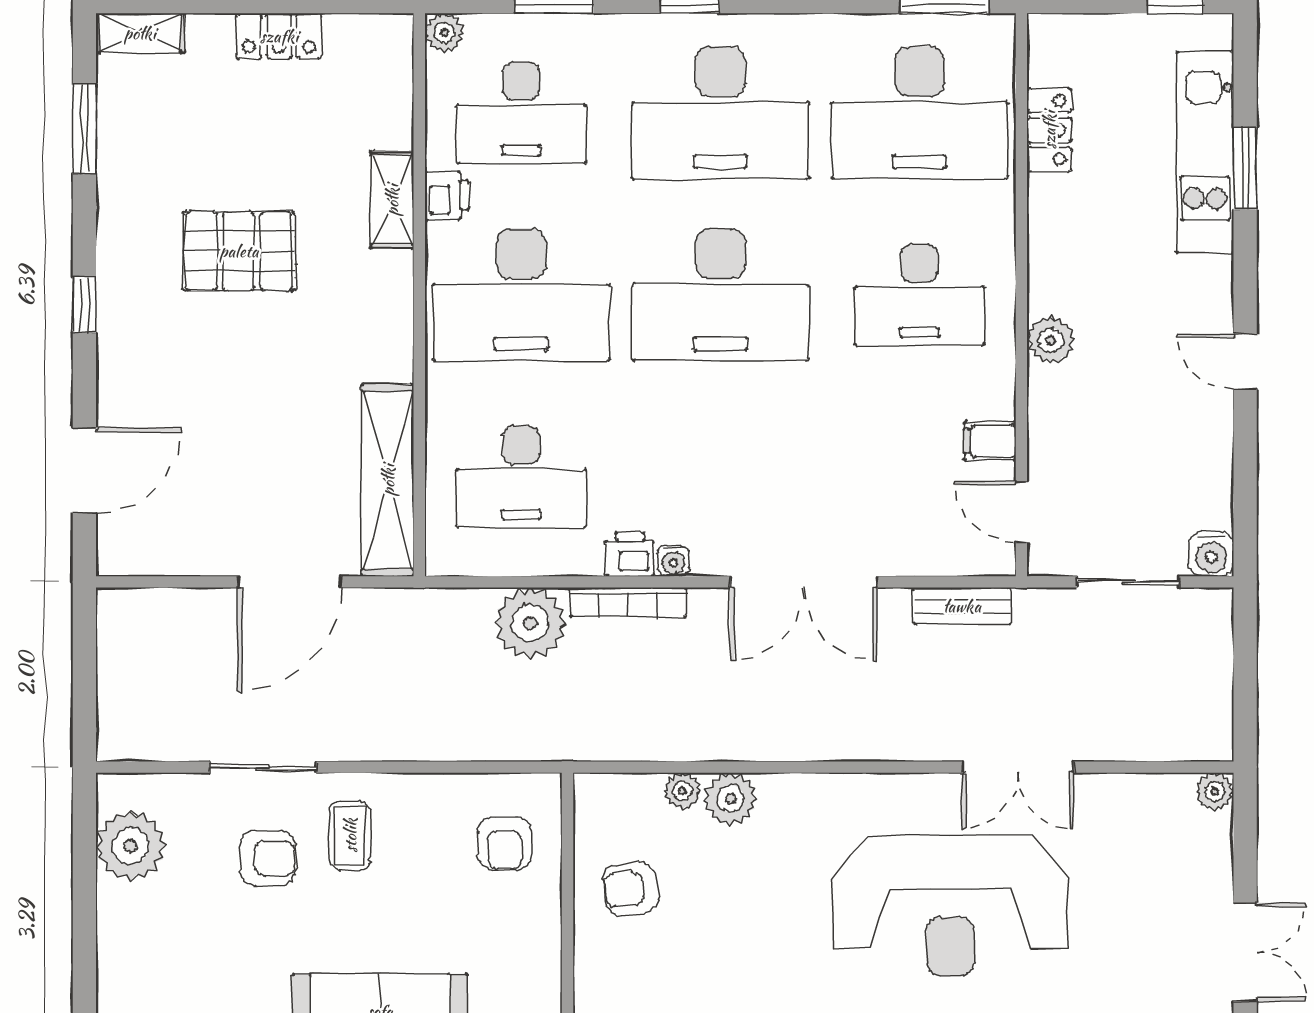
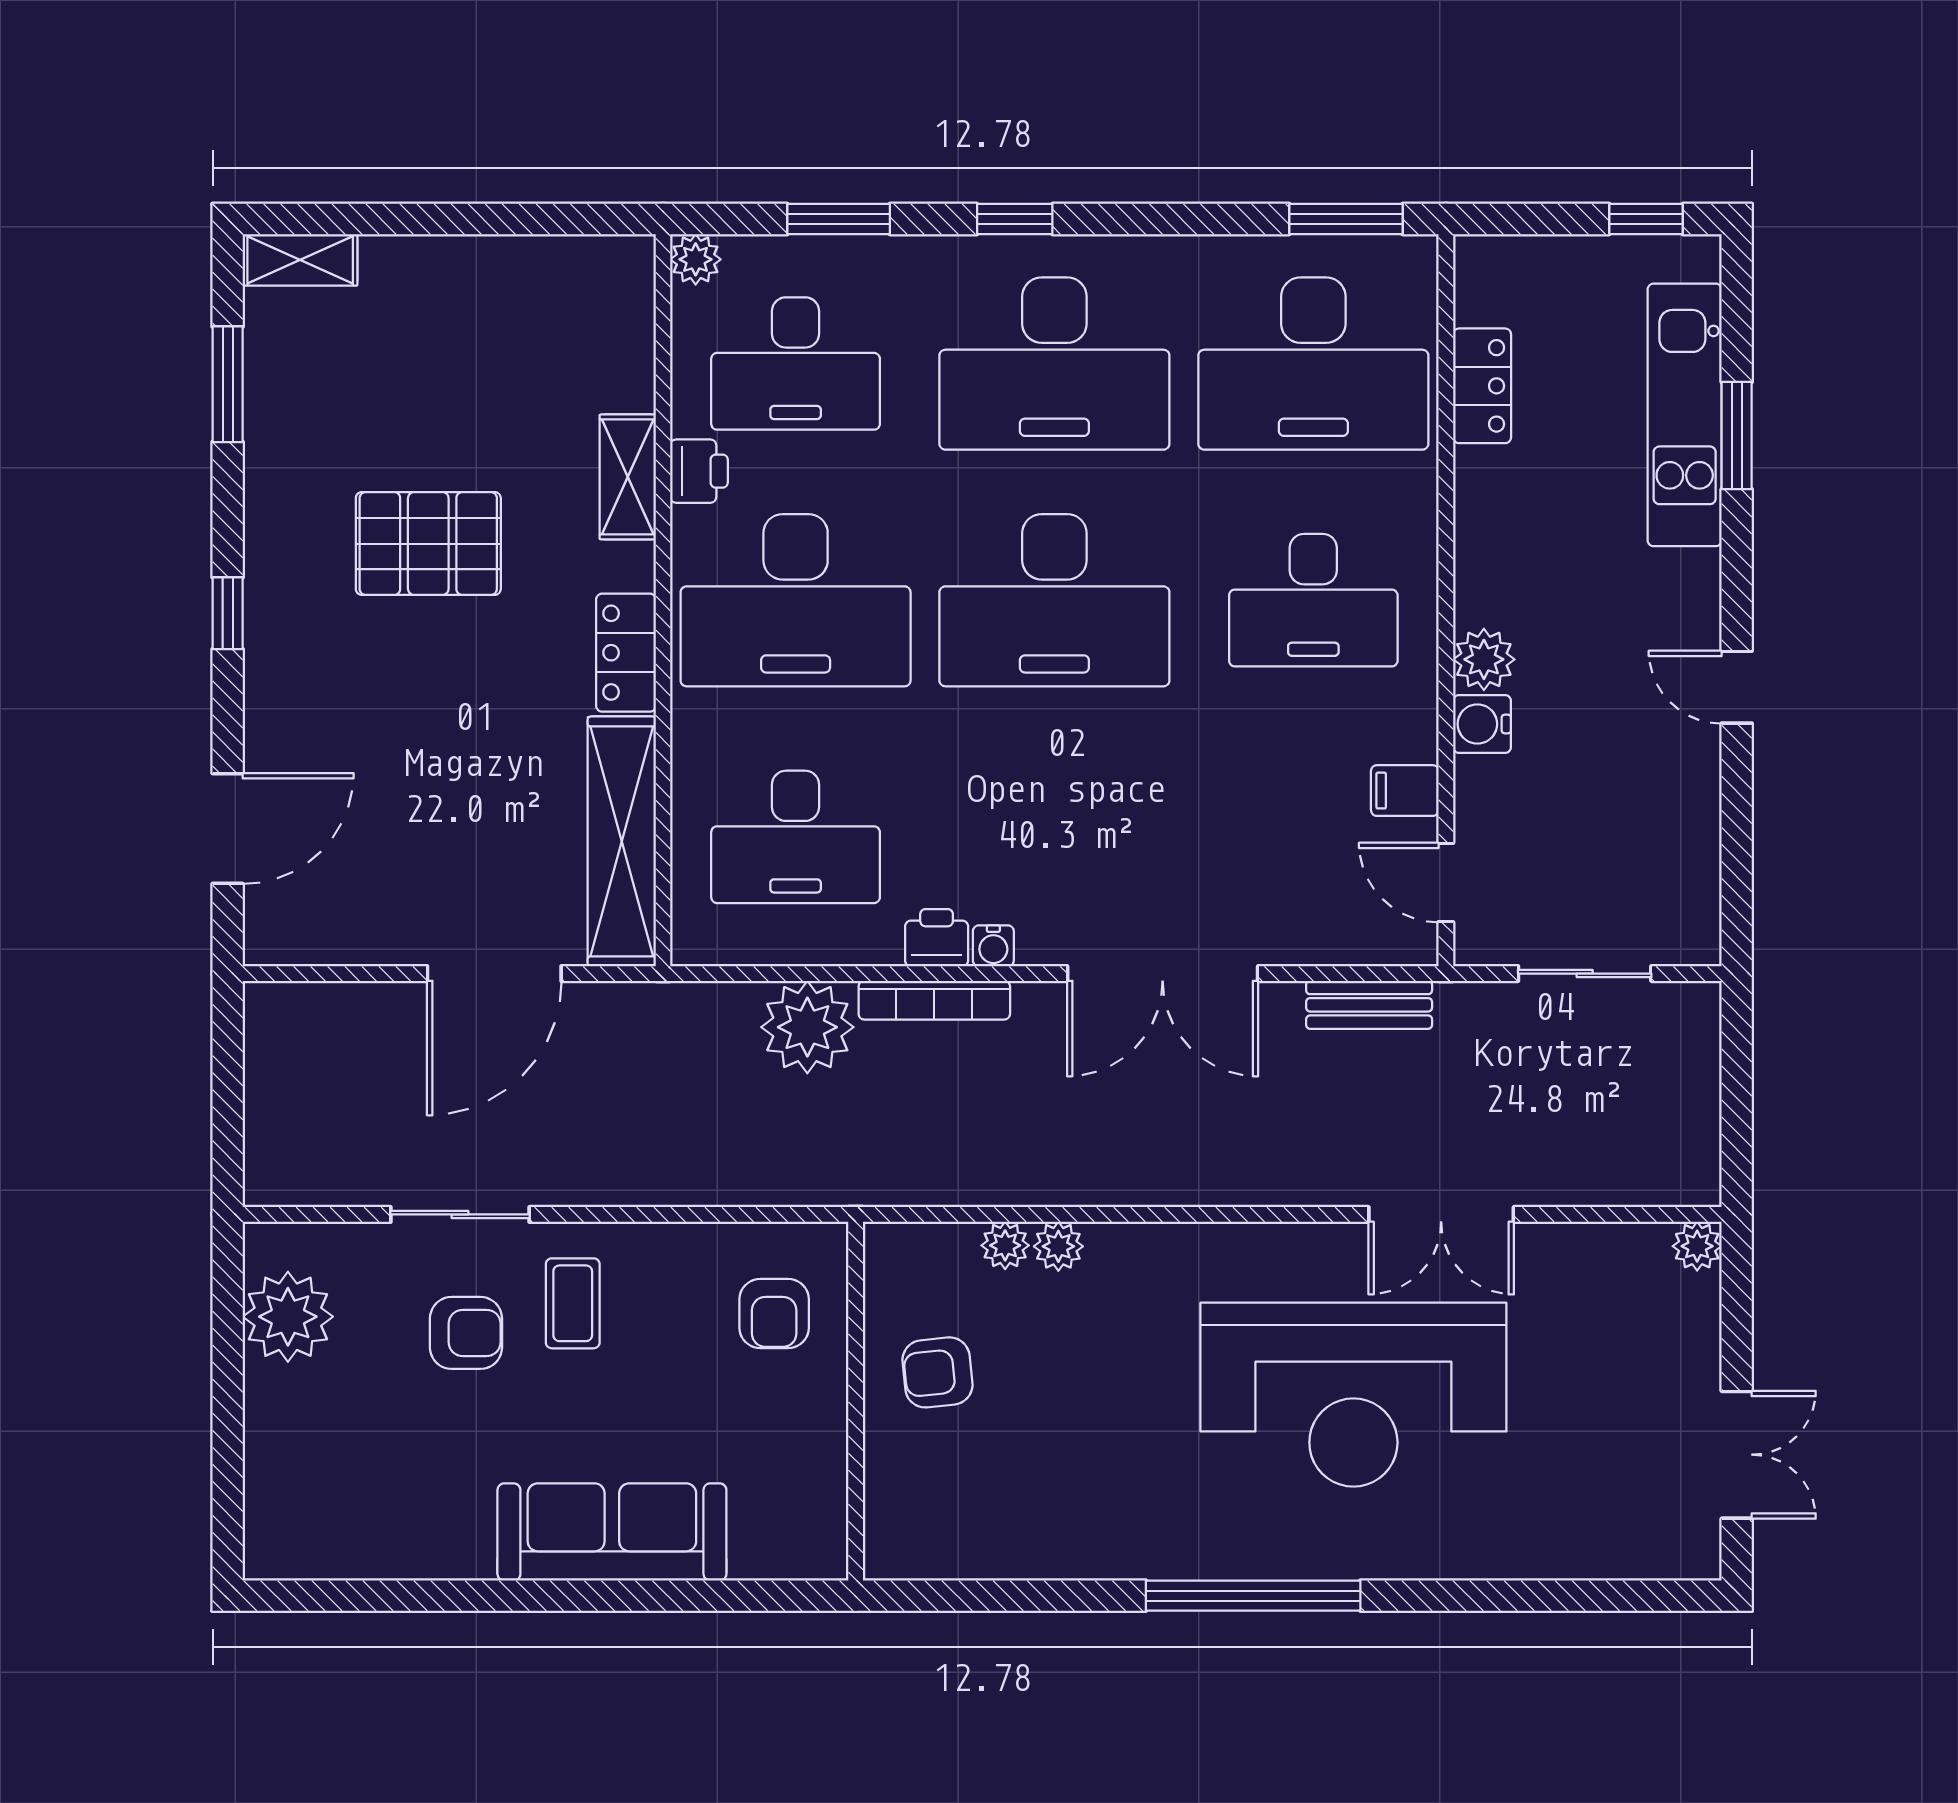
locker: (279, 36) -> (626, 653), moved, turned 90
water cooler: (1211, 554) -> (1482, 724), moved, turned 90
plant: (730, 799) -> (1058, 1246), width x0.73, depth x0.73

